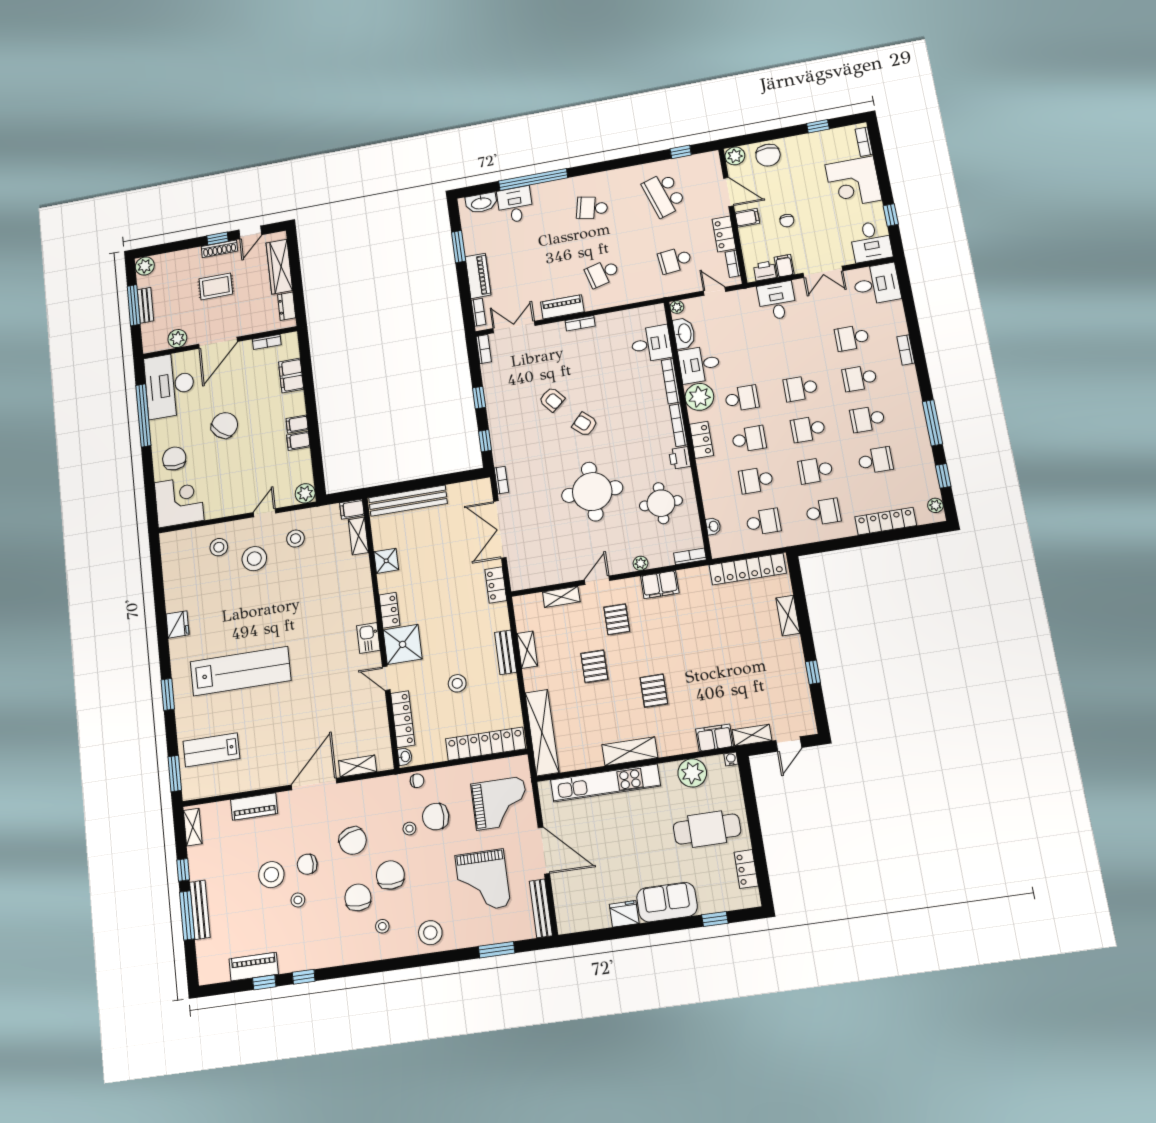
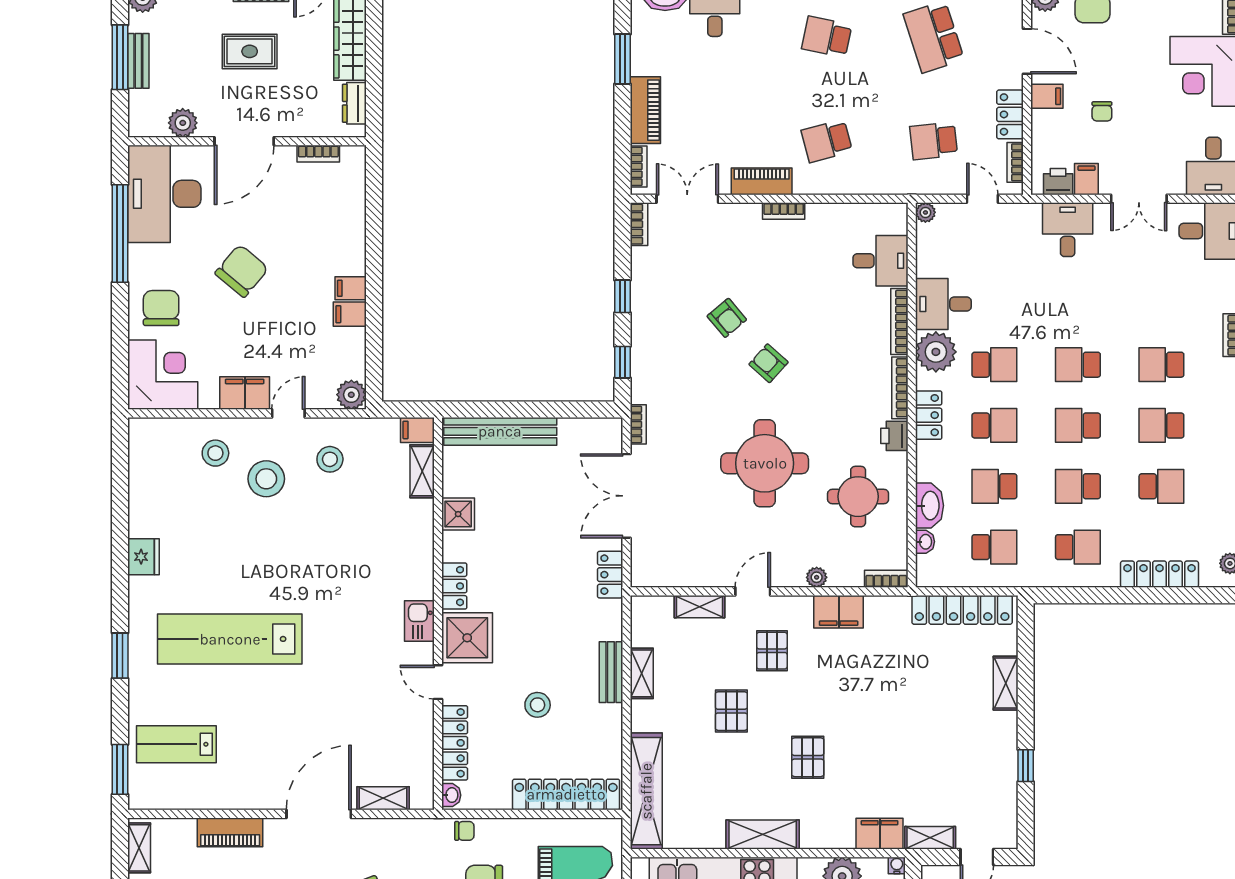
washbasin: (684, 333) -> (929, 506), moved
school desk: (852, 338) -> (1161, 304), removed
filing cabinet: (291, 376) -> (245, 393), moved, turned 90
lab bench: (241, 671) -> (230, 639), turned 180

